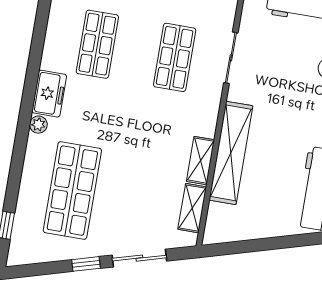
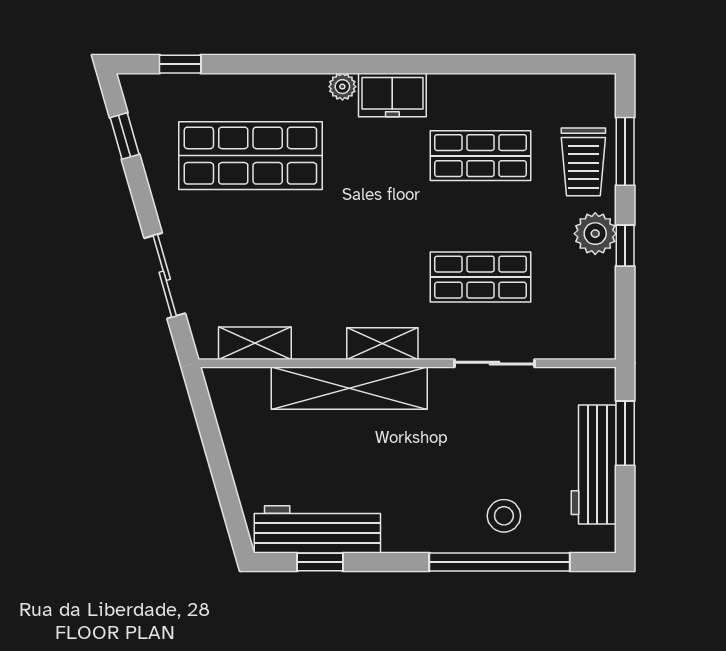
shelving: (200, 161) -> (382, 344), moved
window: (86, 264) -> (125, 136), moved

